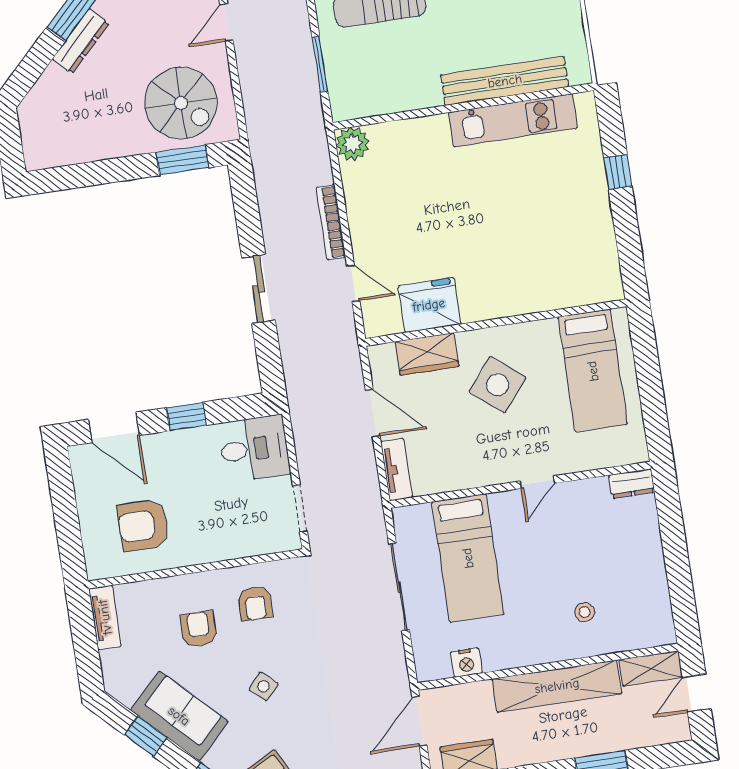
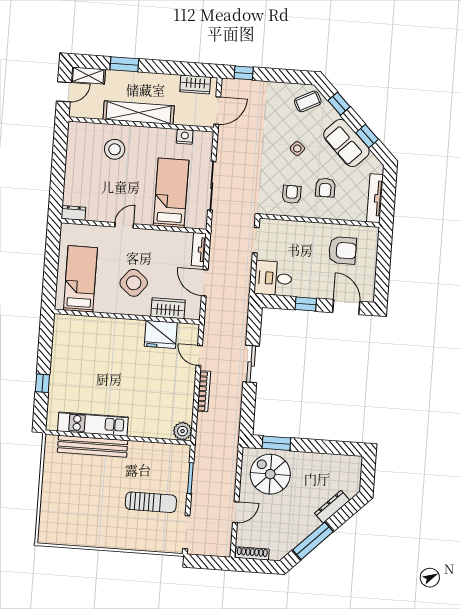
dresser: (81, 41) -> (332, 507), moved
stool: (585, 612) -> (115, 149), width x1.89, depth x1.89
tv unit: (105, 617) -> (375, 198), width x1.41
shelving: (651, 668) -> (88, 75), moved

